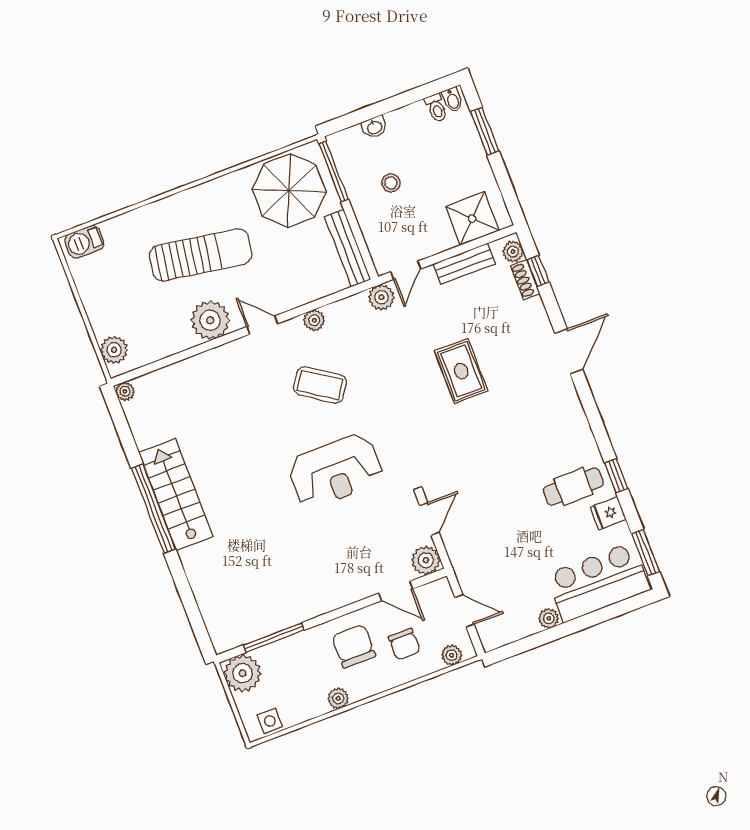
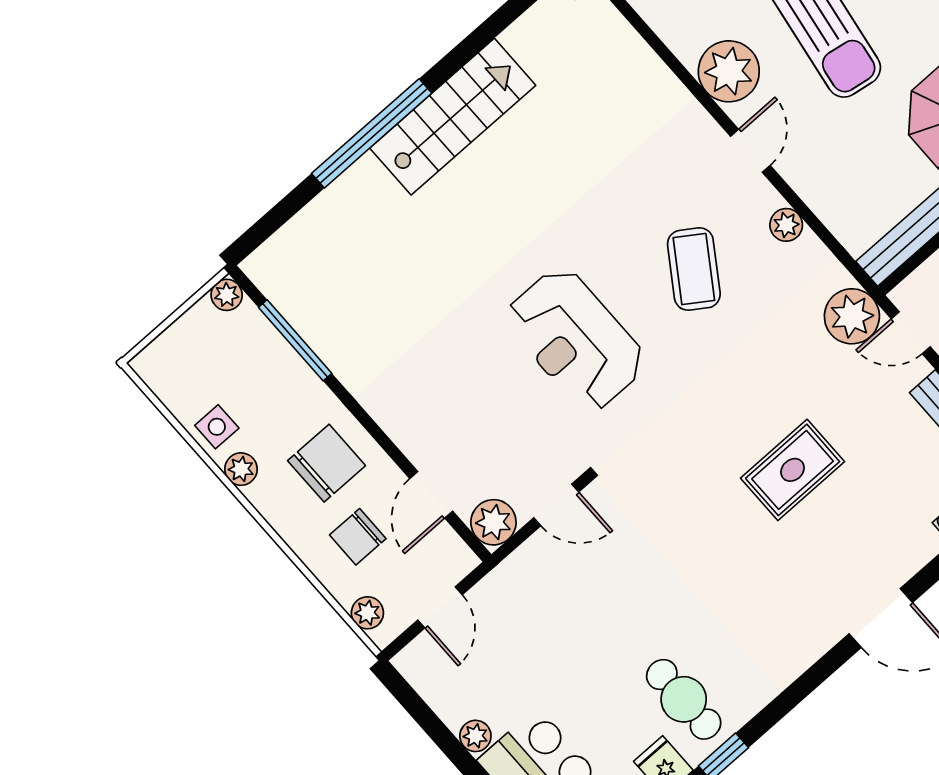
plant: (381, 297) -> (852, 316), width x1.36, depth x1.36
window: (153, 509) -> (372, 133), moved
plant: (243, 673) -> (227, 295), width x0.53, depth x0.53
side table: (270, 721) -> (217, 427), moved

